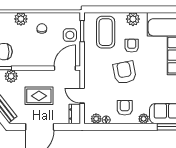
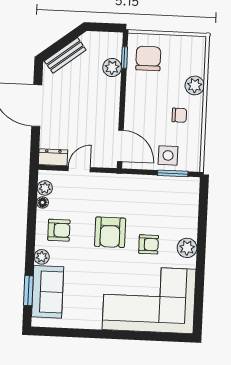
coffee table: (106, 32) -> (170, 207), removed
armchair: (125, 72) -> (110, 232), turned 101
rug: (39, 96) -> (82, 107), removed

